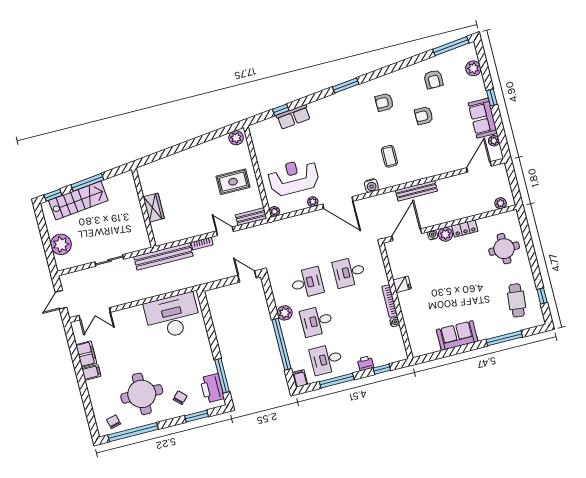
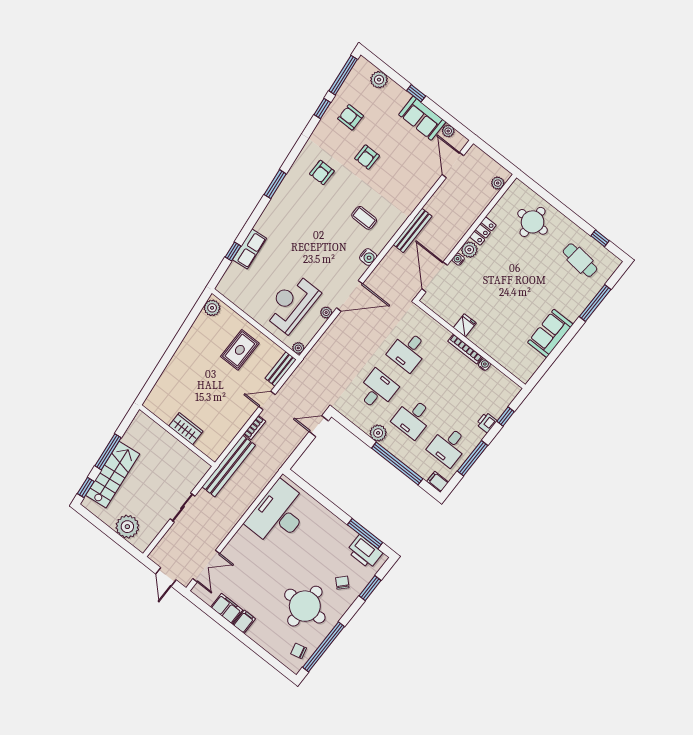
window: (419, 58) -> (322, 109), added
armchair: (433, 79) -> (351, 117), turned 180

